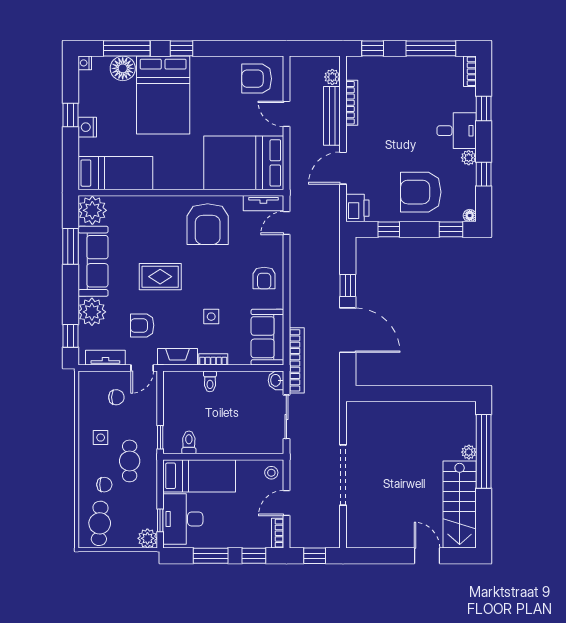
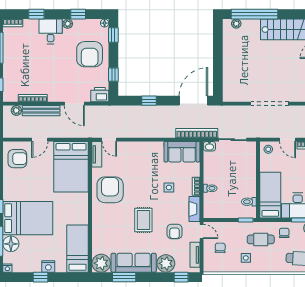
armchair: (257, 79) -> (17, 159), turned -90
armchair: (208, 224) -> (110, 190), turned -90
armchair: (264, 278) -> (144, 154), removed
door: (348, 330) -> (193, 101), moved
plant: (469, 452) -> (236, 24), moved
chair: (104, 485) -> (284, 233), moved

